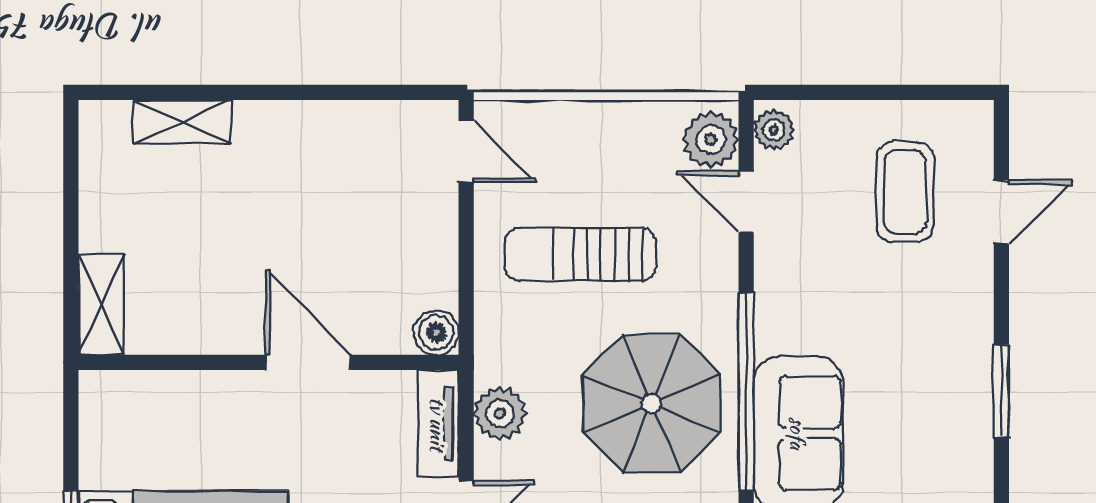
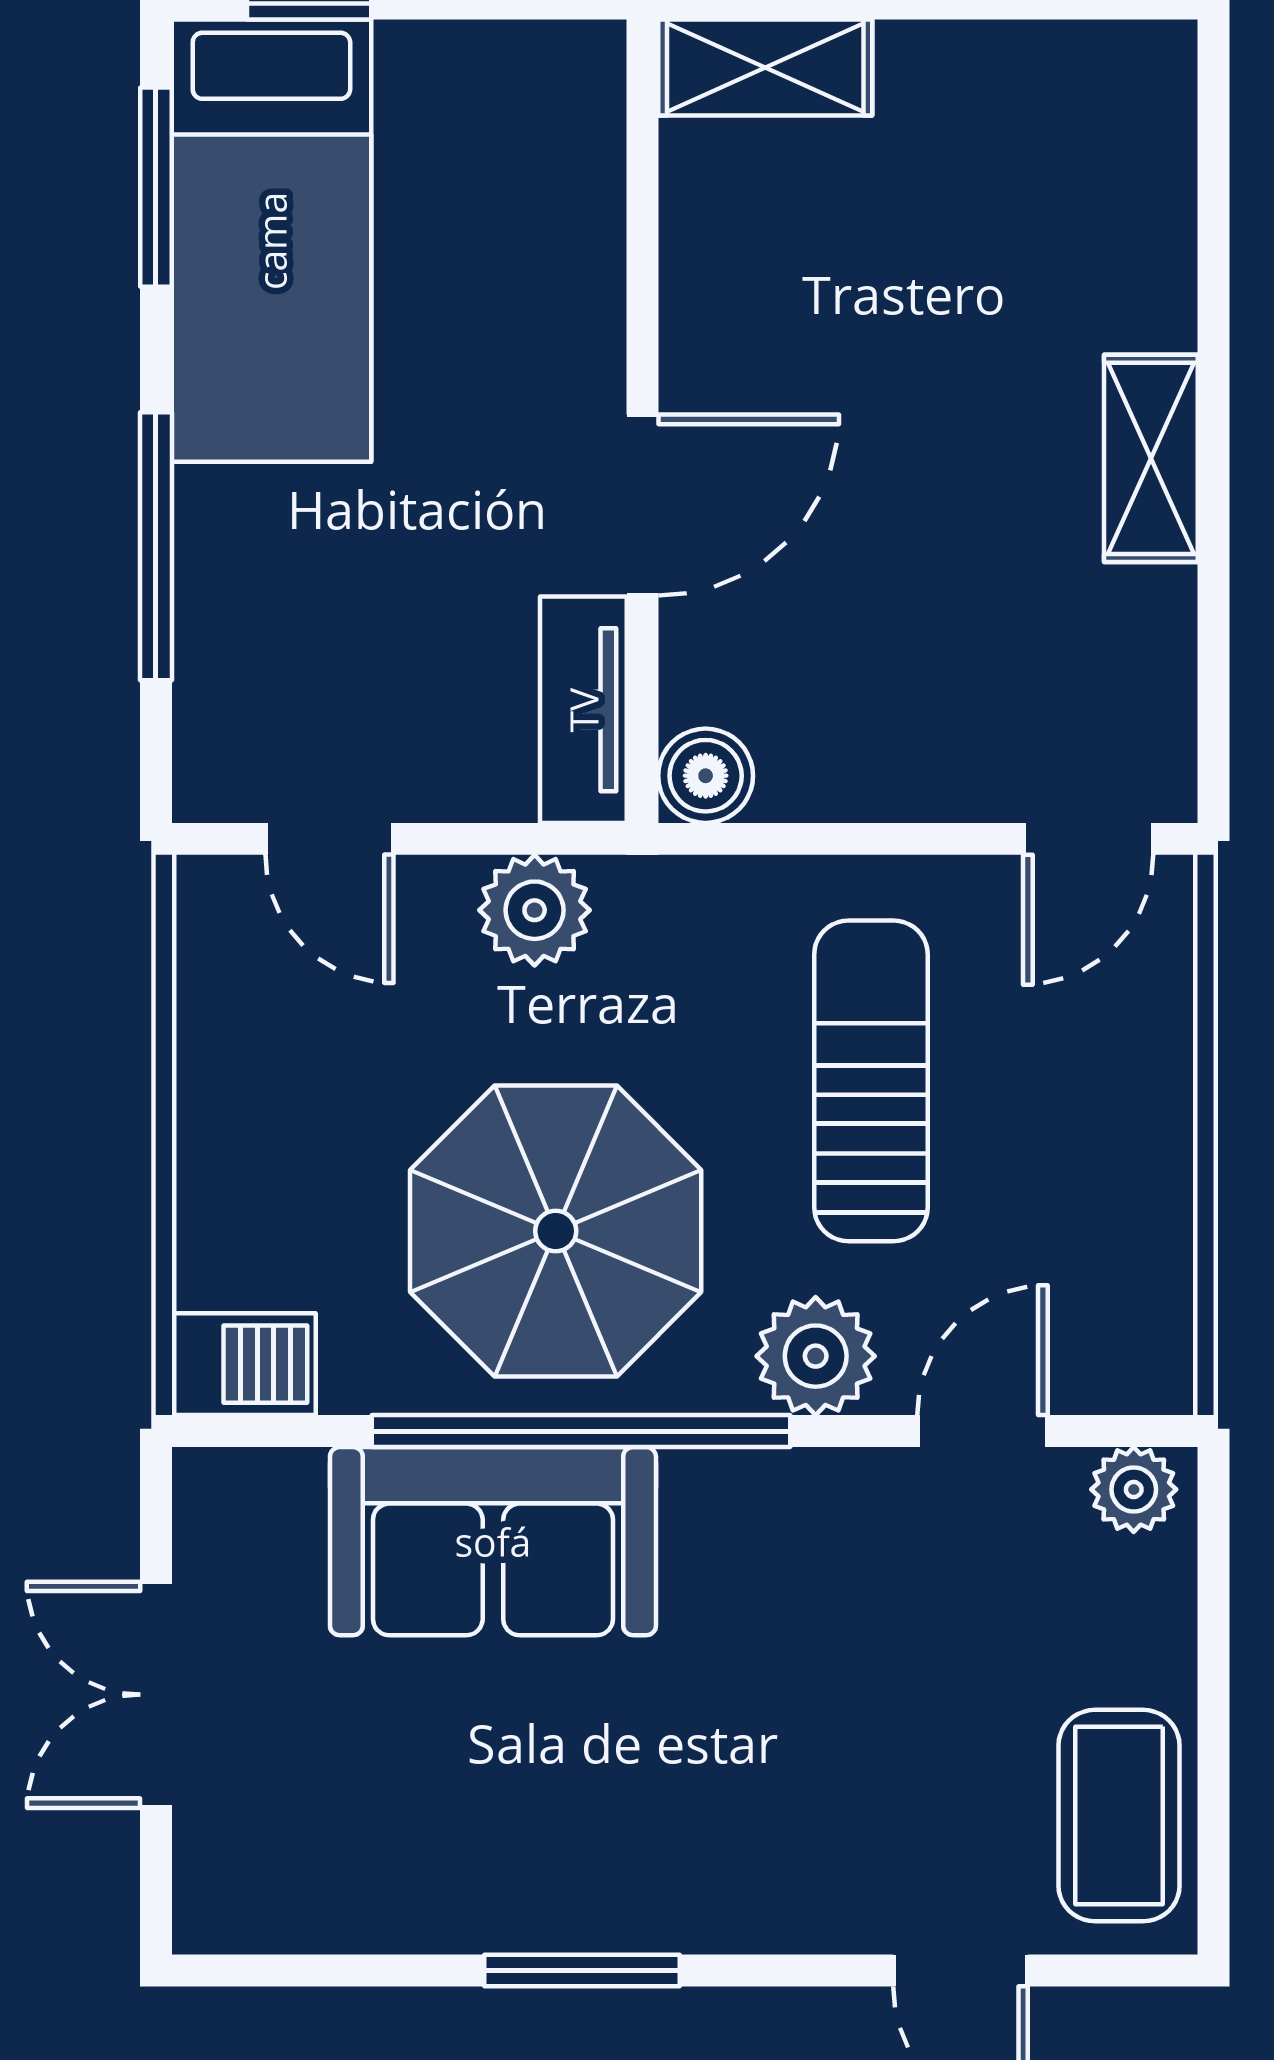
shelving: (182, 122) -> (1151, 458), moved
plant: (711, 140) -> (816, 1356), moved
coffee table: (905, 192) -> (1119, 1816), moved, turned 90
tv unit: (438, 424) -> (583, 710), moved, turned -90

